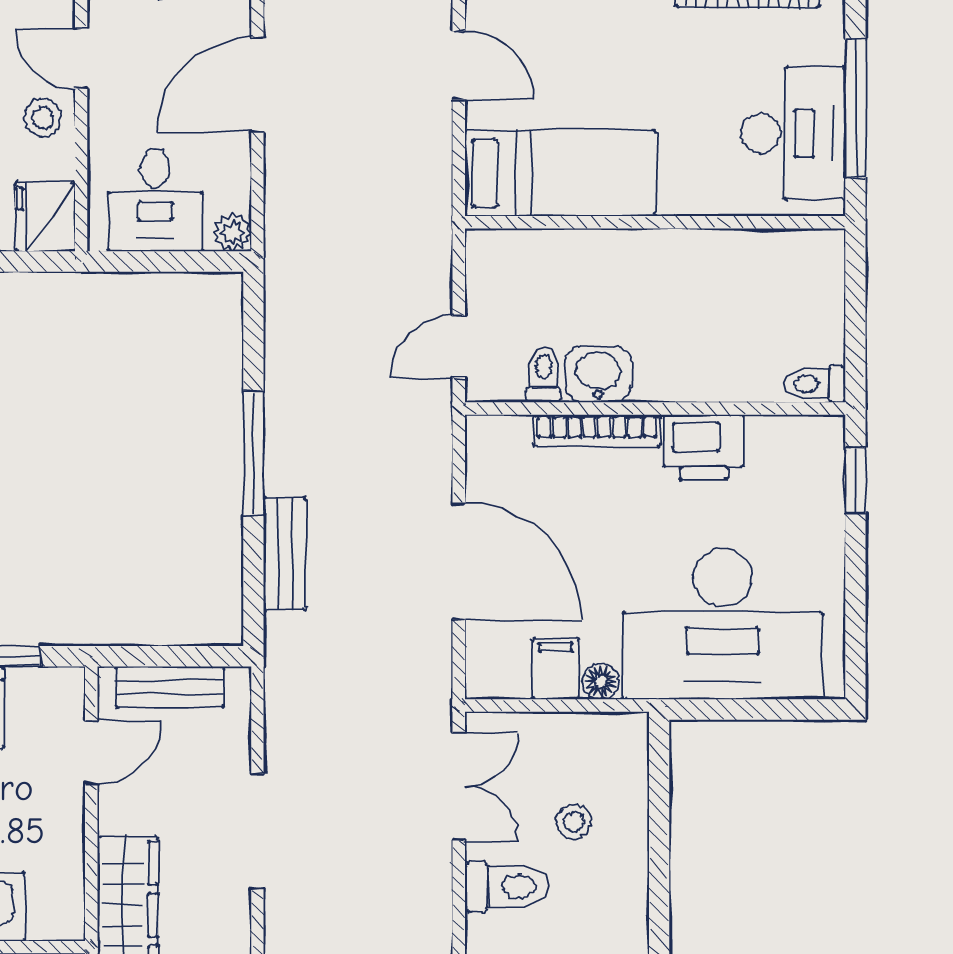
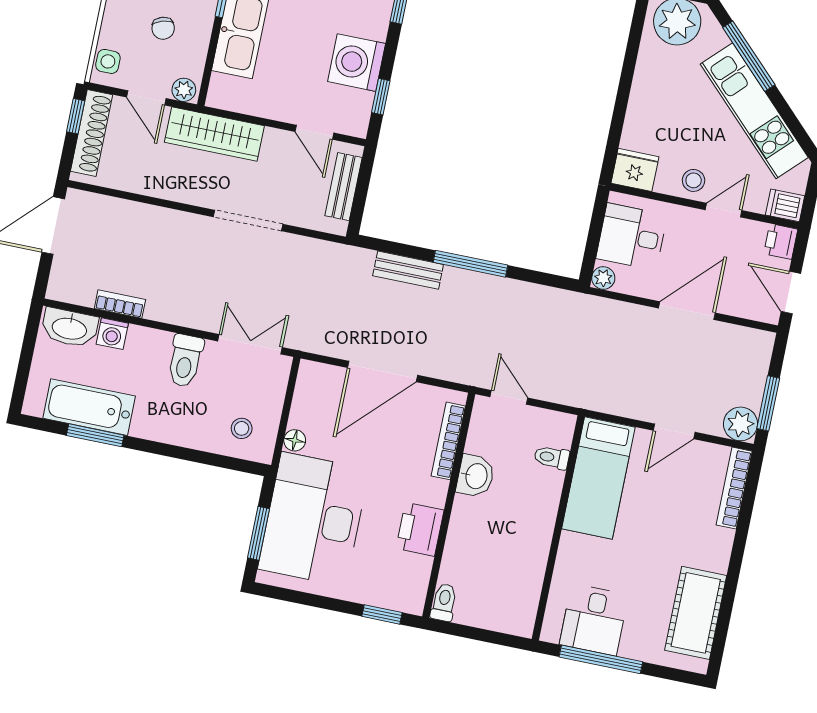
door: (257, 85) -> (687, 311), hinge flipped
desk: (793, 133) -> (594, 620), width x0.73
toilet: (544, 374) -> (552, 457), moved, turned 180
bookcase: (597, 431) -> (448, 441), moved
filing cabinet: (556, 669) -> (308, 415), removed
window: (764, 710) -> (258, 533), added
double door: (459, 787) -> (250, 344), swing flipped
stool: (574, 822) -> (242, 428), moved

